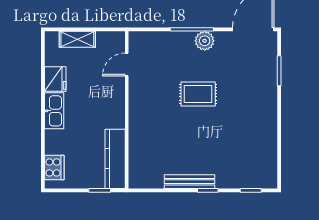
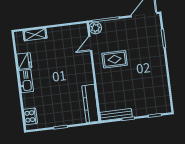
plant: (205, 41) -> (95, 28), moved
door: (127, 64) -> (90, 44), moved
wall: (127, 110) -> (94, 72), moved
kitchen counter: (115, 159) -> (90, 103), moved

